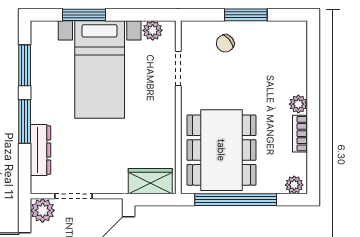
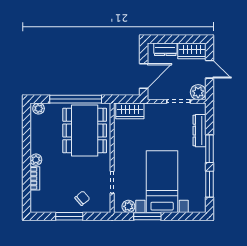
window: (84, 15) -> (147, 216), moved
bookcase: (300, 134) -> (35, 178), moved

